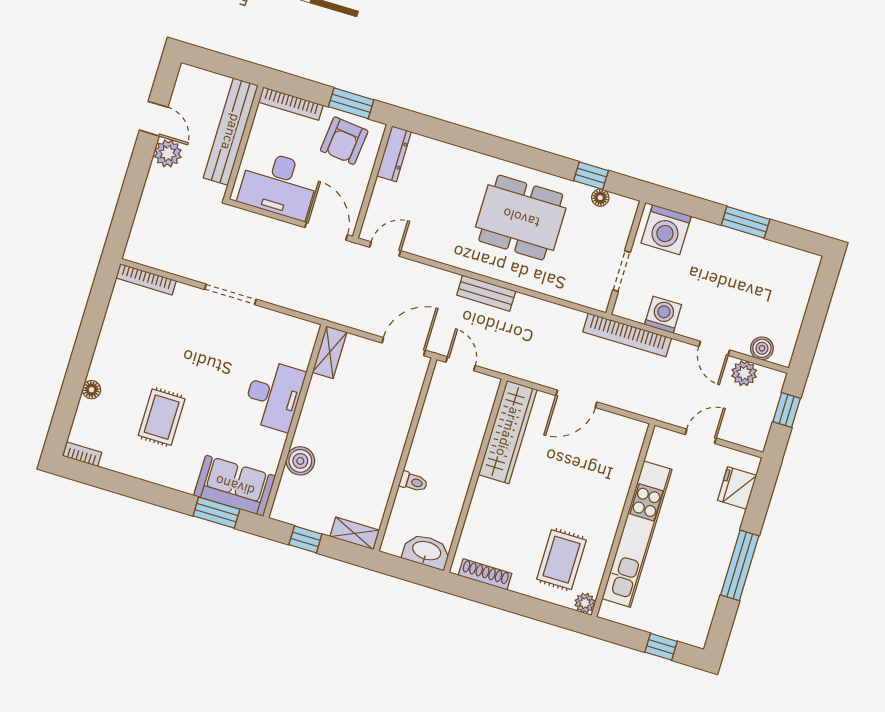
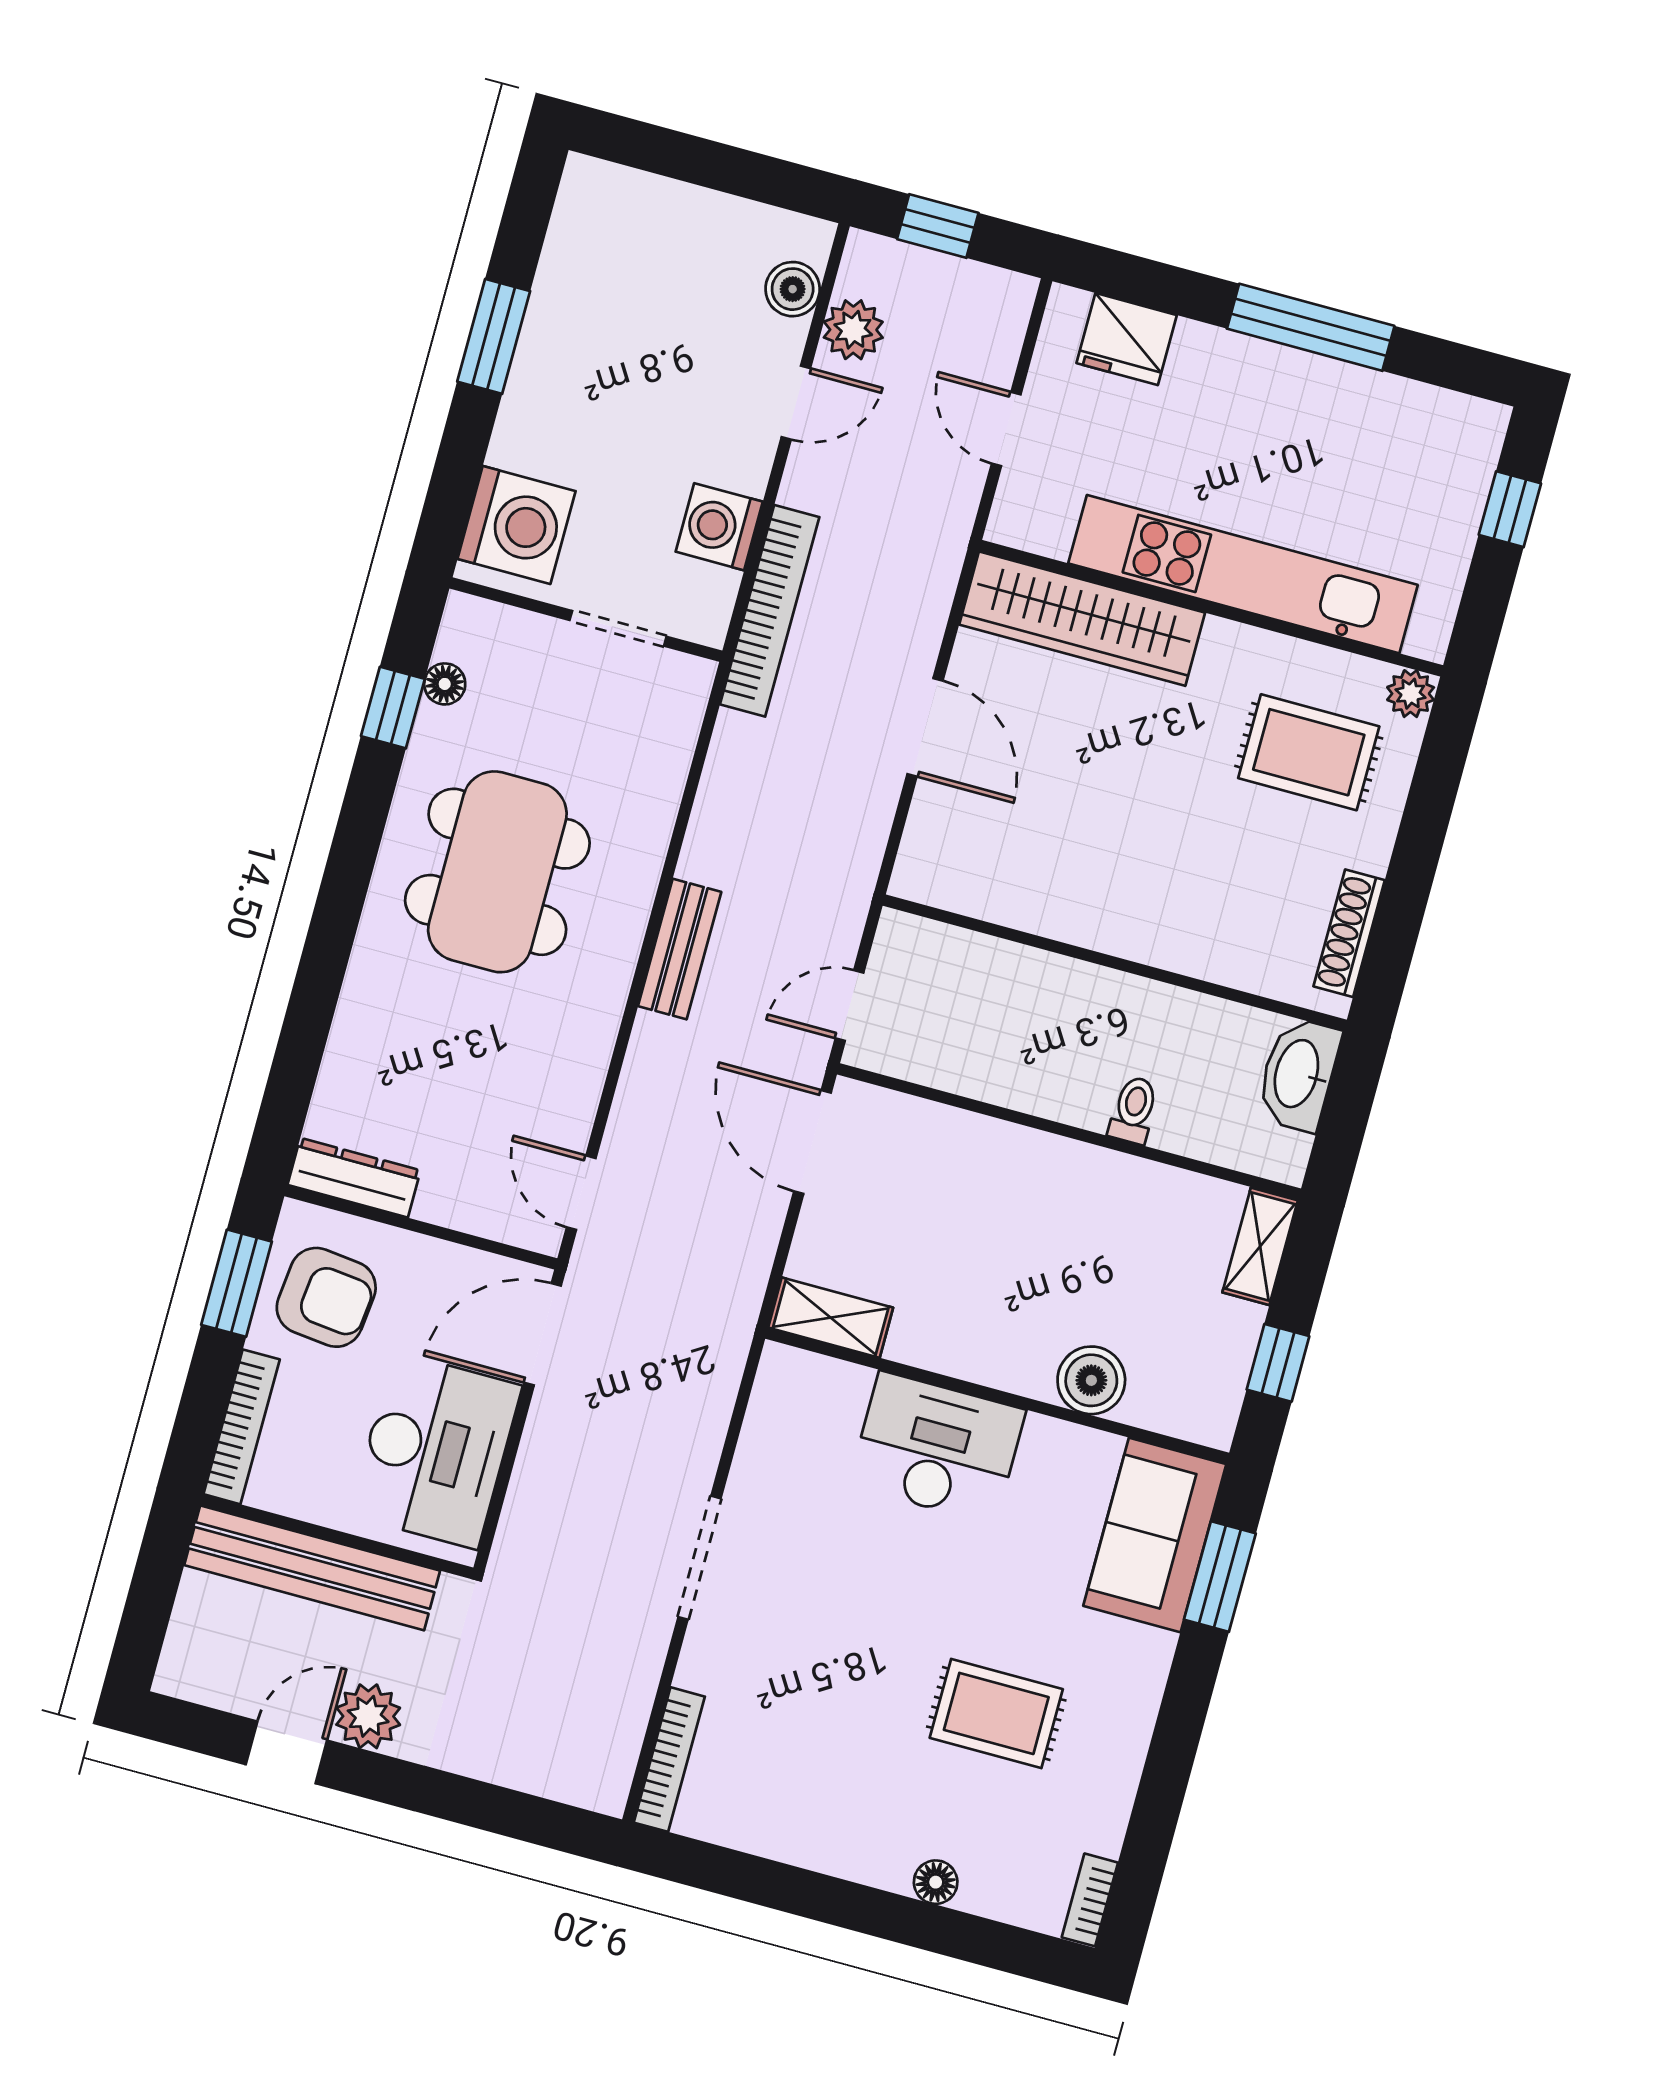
wardrobe: (508, 432) -> (1082, 619), moved, turned 180

